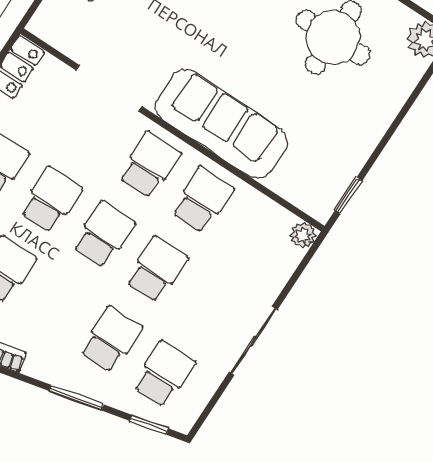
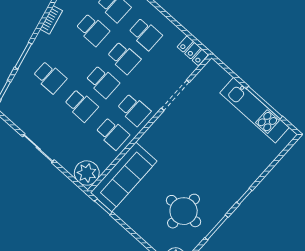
sofa: (221, 124) -> (124, 177), moved
plant: (303, 235) -> (87, 173), width x1.88, depth x1.88
school desk: (164, 374) -> (28, 101), removed

